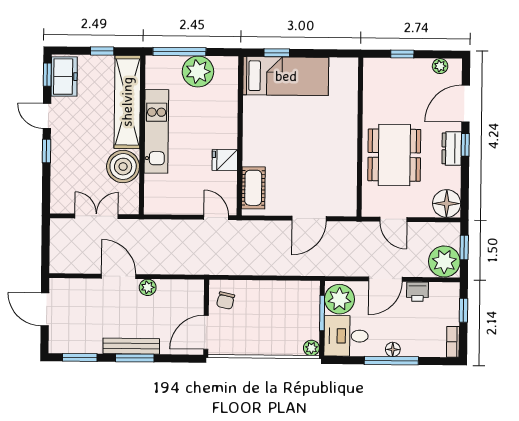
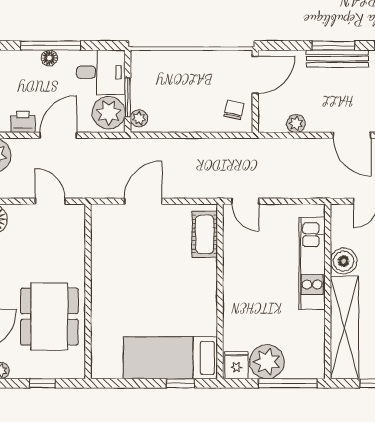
kitchen unit: (156, 131) -> (312, 263), moved
dining table: (394, 155) -> (49, 317), moved
fridge: (225, 160) -> (236, 365), moved, turned -90
boiler: (123, 167) -> (344, 261), width x0.73, depth x0.73
plant: (148, 287) -> (296, 123), moved
plant: (311, 348) -> (139, 118), moved

